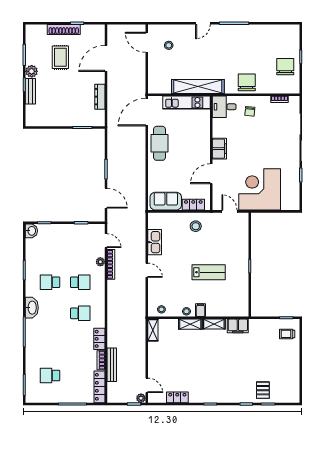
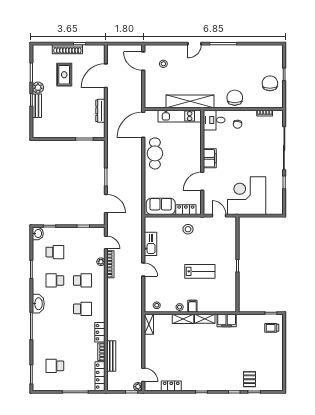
school desk: (50, 251) -> (55, 252), added

